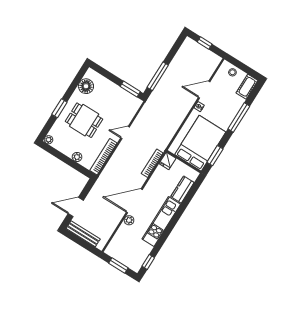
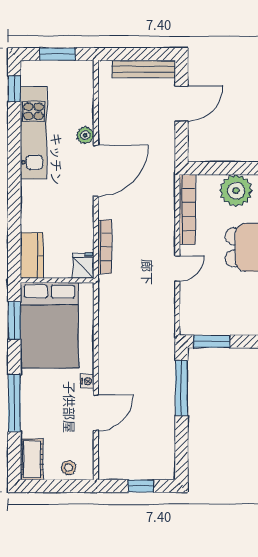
plant: (77, 157) -> (236, 191), width x1.88, depth x1.88
kitchen counter: (182, 190) -> (32, 255), moved
kitchen unit: (161, 222) -> (34, 133), moved

